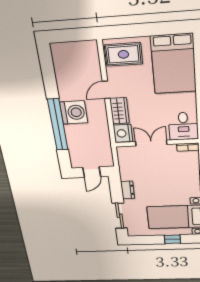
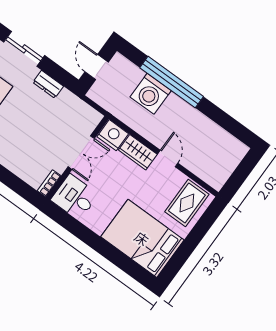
washing machine: (74, 112) -> (151, 94), moved

